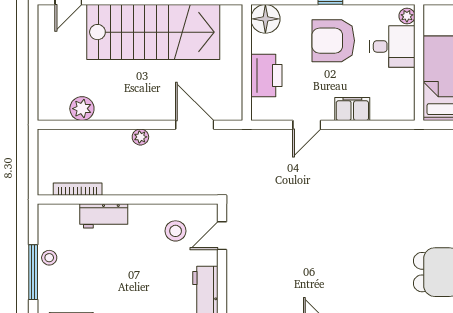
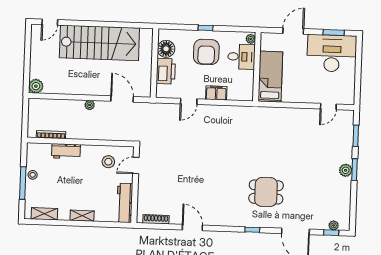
floor lamp: (265, 19) -> (166, 49), moved
armchair: (333, 41) -> (206, 52), turned -90
plant: (82, 109) -> (36, 86), moved

